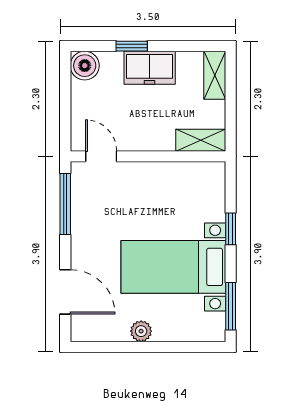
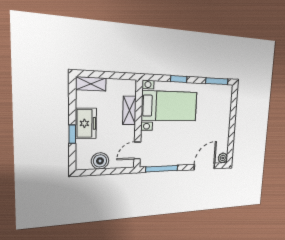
boiler: (85, 66) -> (100, 161), moved
shelving: (201, 140) -> (129, 110), moved
bed with nightstands: (173, 267) -> (170, 106), moved, turned -90
plant: (141, 331) -> (223, 158), moved

